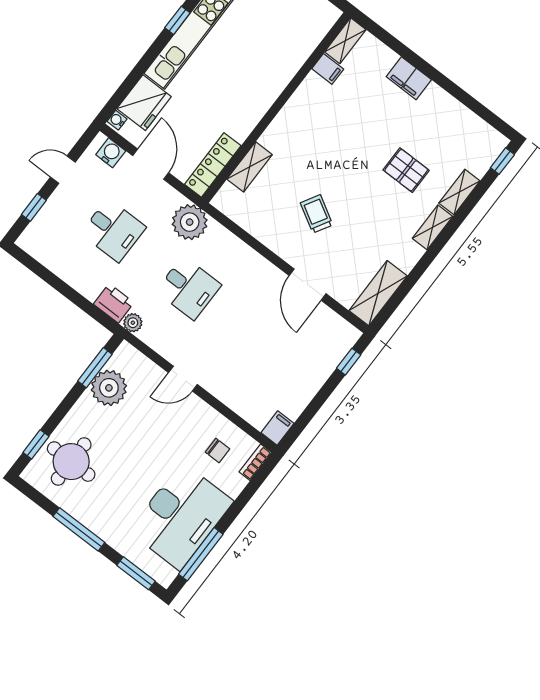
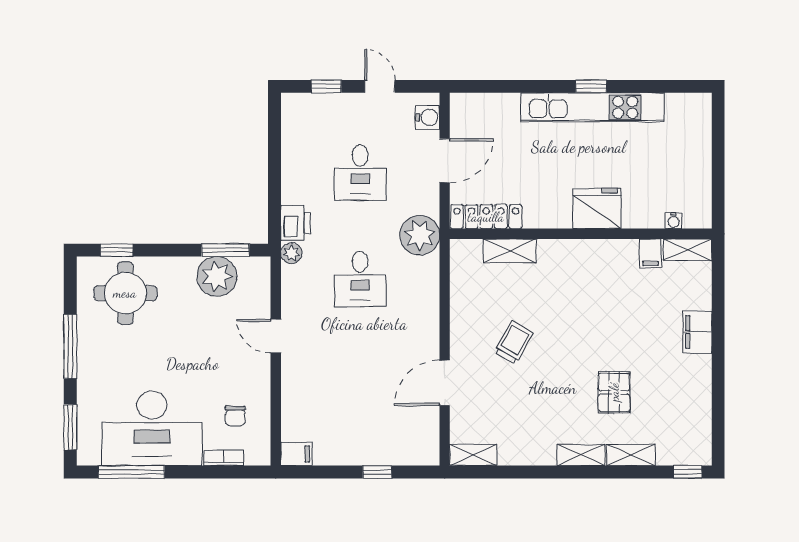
fridge: (144, 103) -> (597, 208), moved, turned 180
water cooler: (117, 120) -> (674, 221), moved, turned 180
shelving: (378, 293) -> (473, 455), width x0.67, depth x0.75
window: (349, 362) -> (377, 472), moved
bookcase: (255, 462) -> (224, 458), moved

